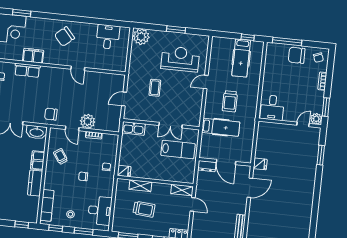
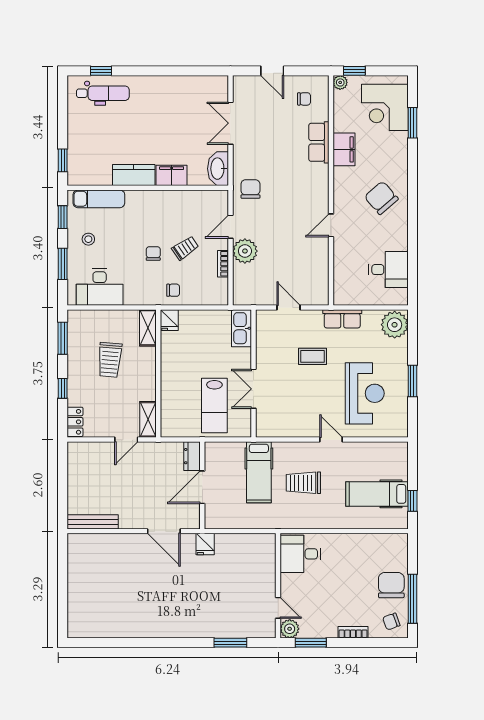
window: (287, 41) -> (412, 599), moved
row of seats: (134, 68) -> (342, 319), added
trolley: (61, 156) -> (185, 248), moved
shelving: (140, 186) -> (148, 328), moved

